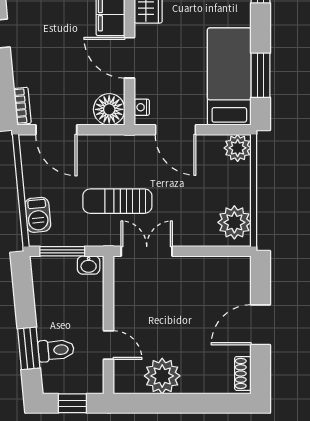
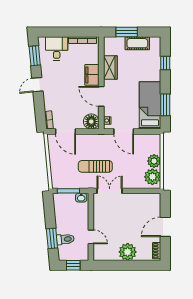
plant: (238, 148) -> (154, 161), moved
barbecue: (38, 215) -> (56, 173), removed
plant: (162, 376) -> (128, 252), moved

